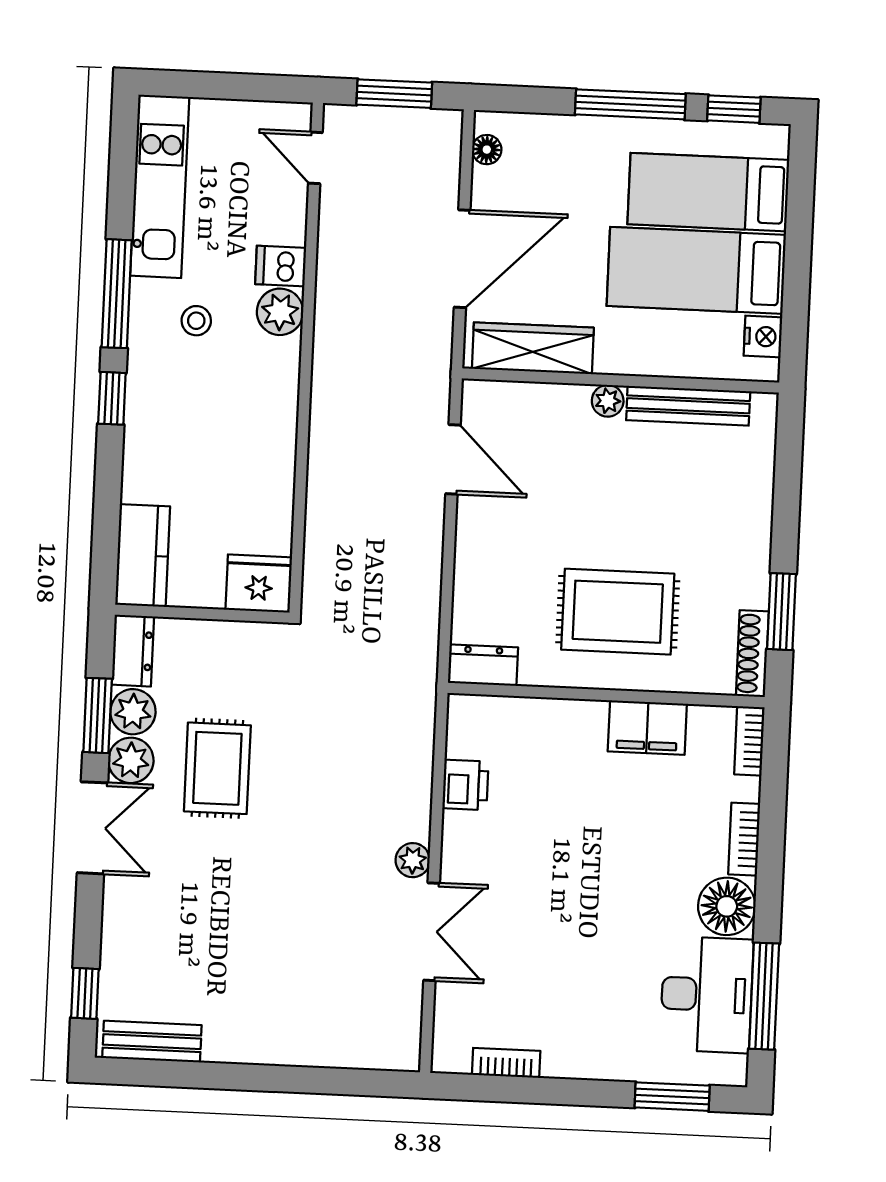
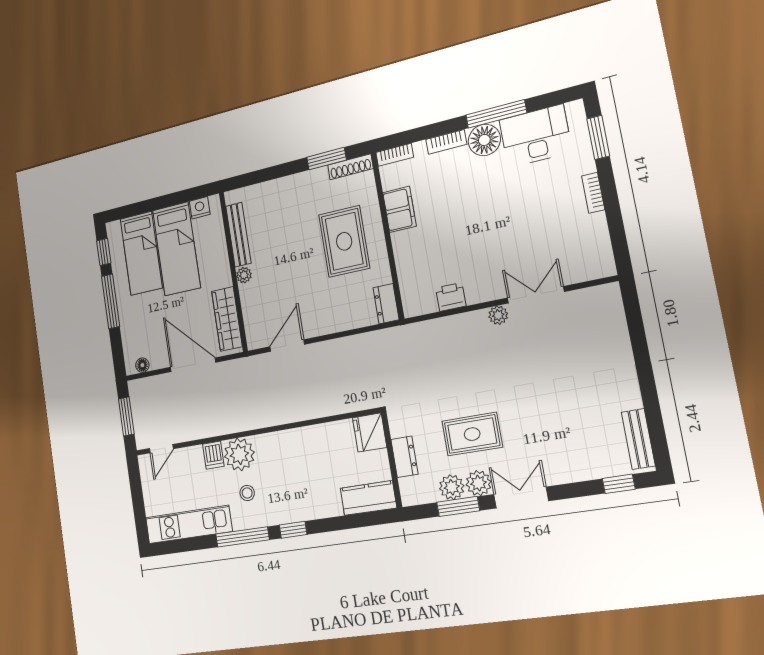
plant: (280, 312) -> (239, 454), width x1.36, depth x1.36
dresser: (133, 651) -> (404, 457), moved, turned 90
window: (764, 996) -> (496, 114), moved
bookcase: (506, 1063) -> (593, 193), moved

